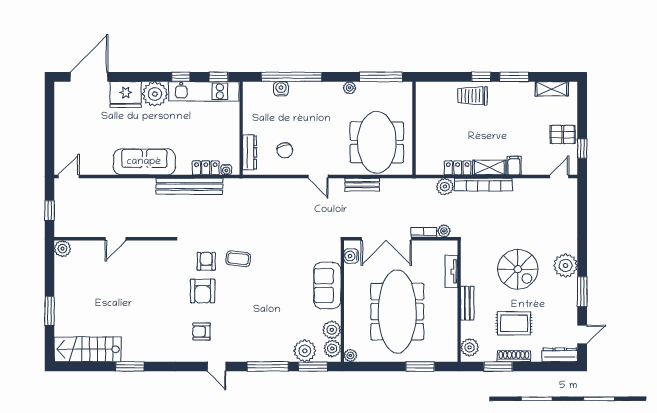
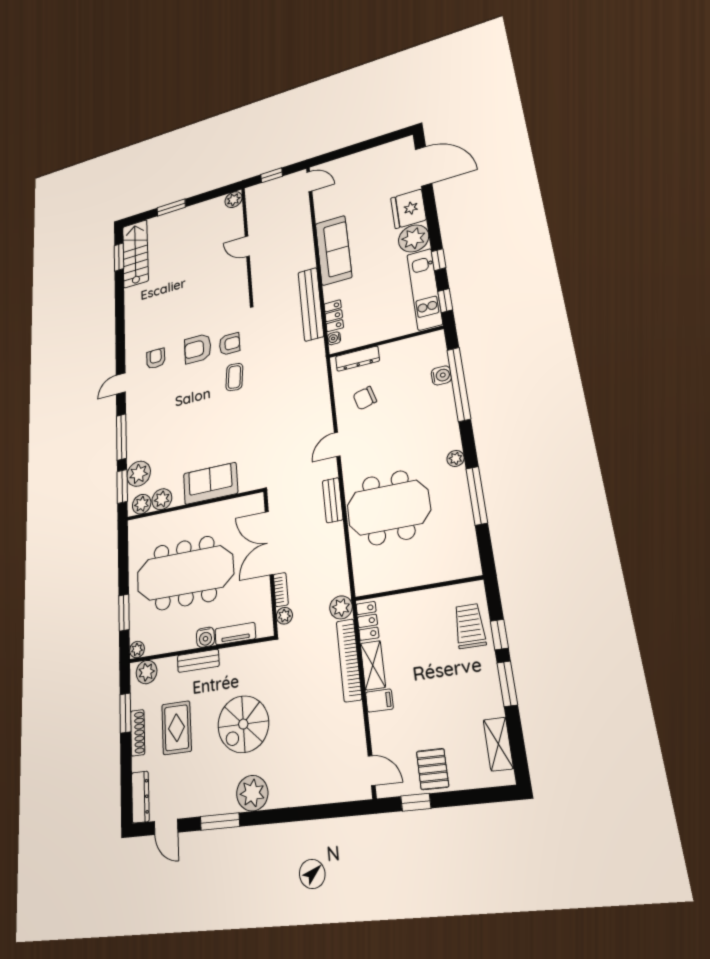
wall: (414, 128) -> (418, 588), moved
water cooler: (351, 256) -> (205, 637), moved, turned 180
plant: (350, 355) -> (137, 650), moved
window: (130, 367) -> (119, 257), moved

